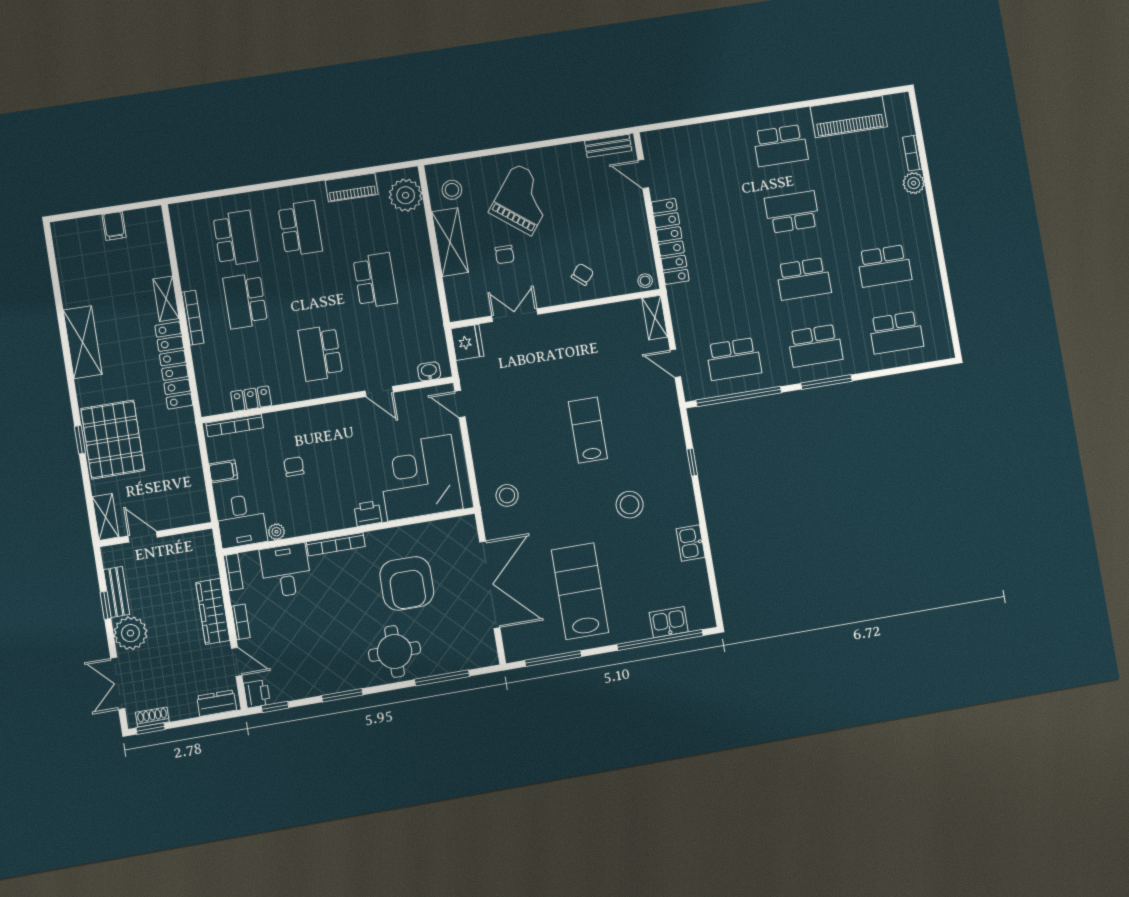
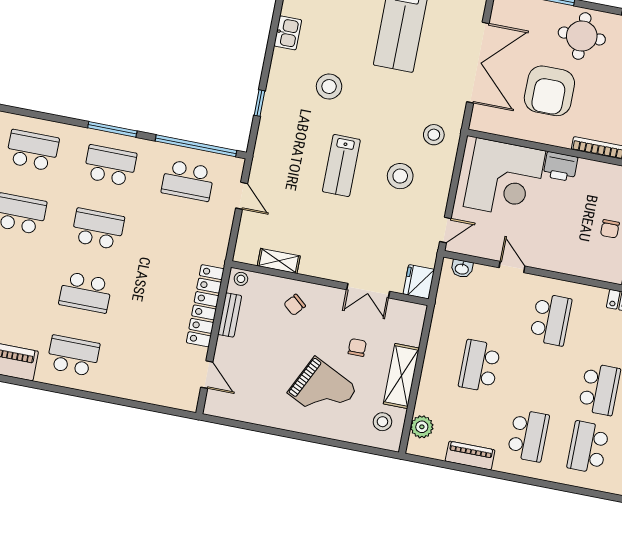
bench: (608, 146) -> (230, 315), moved, turned 90
plant: (406, 195) -> (422, 427), width x0.73, depth x0.73
grand piano: (523, 199) -> (322, 390), turned -102
school desk: (300, 228) -> (528, 436), turned 180
shelving: (655, 318) -> (279, 261), moved, turned 90
school desk: (734, 359) -> (188, 181), turned 180
door: (460, 404) -> (445, 230), hinge flipped
stool: (525, 441) -> (400, 176), added
printer: (368, 513) -> (560, 167), width x1.36, depth x1.24
armchair: (407, 583) -> (549, 91), turned 180
double door: (490, 585) -> (478, 63), swing flipped

